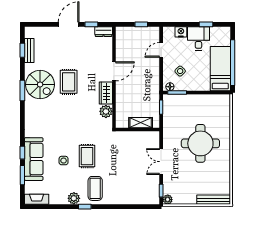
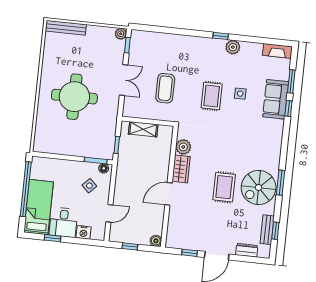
boiler: (120, 31) -> (156, 241), added
dresser: (104, 32) -> (247, 250), moved
bed: (220, 69) -> (39, 207), moved, turned 180
spiral stairs: (40, 85) -> (259, 188), turned -90
sofa: (34, 159) -> (276, 99), width x0.73
coffee table: (95, 188) -> (165, 88), moved

